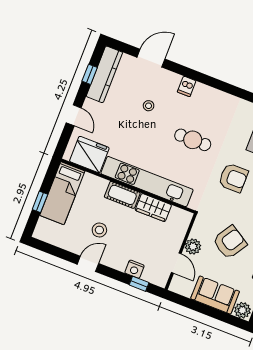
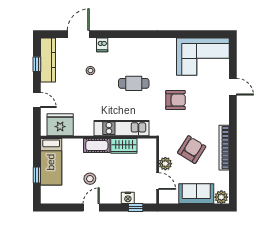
dishwasher: (187, 86) -> (102, 45), moved
kitchen unit: (147, 182) -> (121, 128), width x0.73

